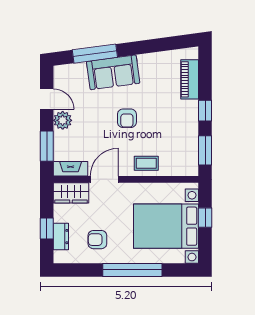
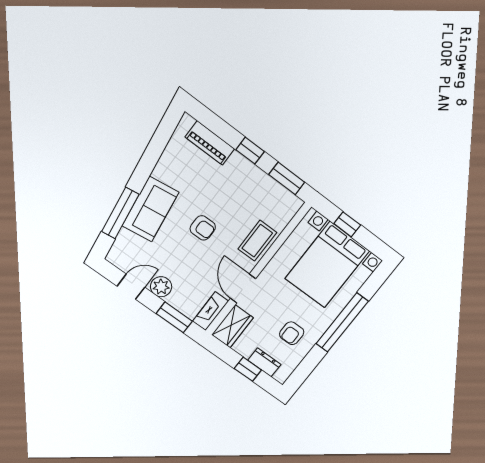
coffee table: (146, 163) -> (257, 241), width x1.36, depth x1.30

